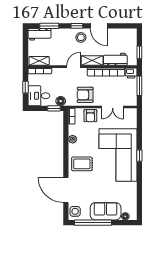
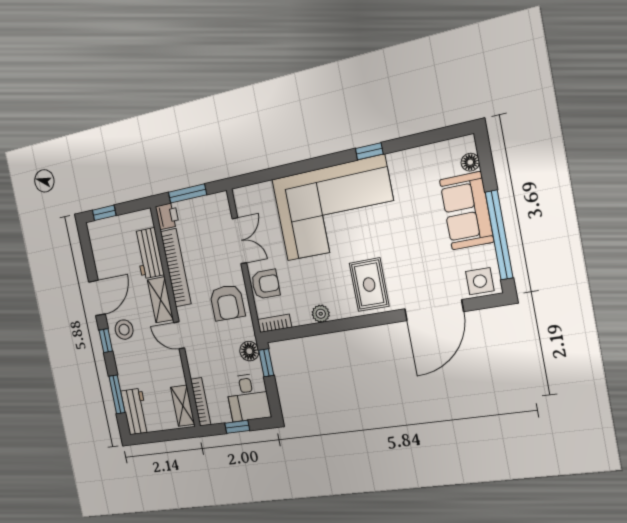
window: (139, 52) -> (104, 213), moved
window: (139, 156) -> (369, 151), moved

